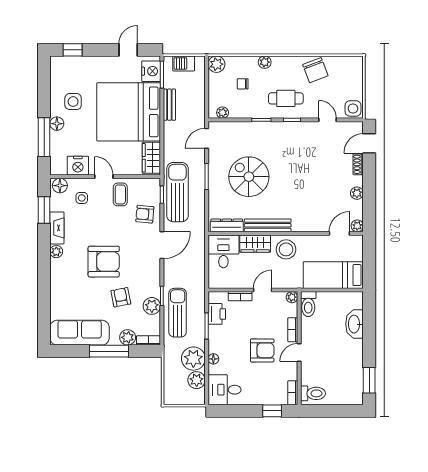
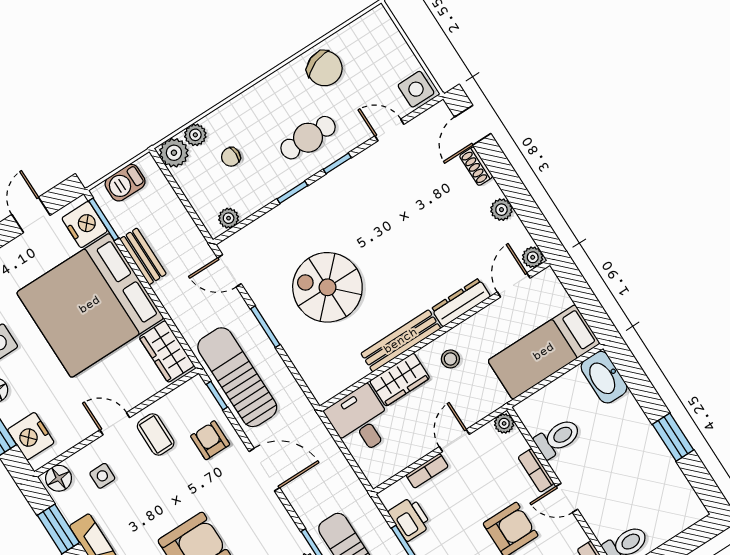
plant: (265, 62) -> (195, 135), moved
door: (207, 138) -> (229, 271), hinge flipped
nightstand: (78, 166) -> (31, 436), moved, turned 90
armchair: (145, 214) -> (210, 440), turned 85
dresser: (227, 225) -> (461, 303), moved
door: (162, 245) -> (264, 470), hinge flipped
stool: (286, 249) -> (450, 359), width x0.53, depth x0.53
toilet: (308, 304) -> (558, 438), moved, turned -90
washbasin: (354, 324) -> (604, 377), moved
door: (299, 353) -> (567, 498), hinge flipped
window: (369, 380) -> (673, 437), moved

